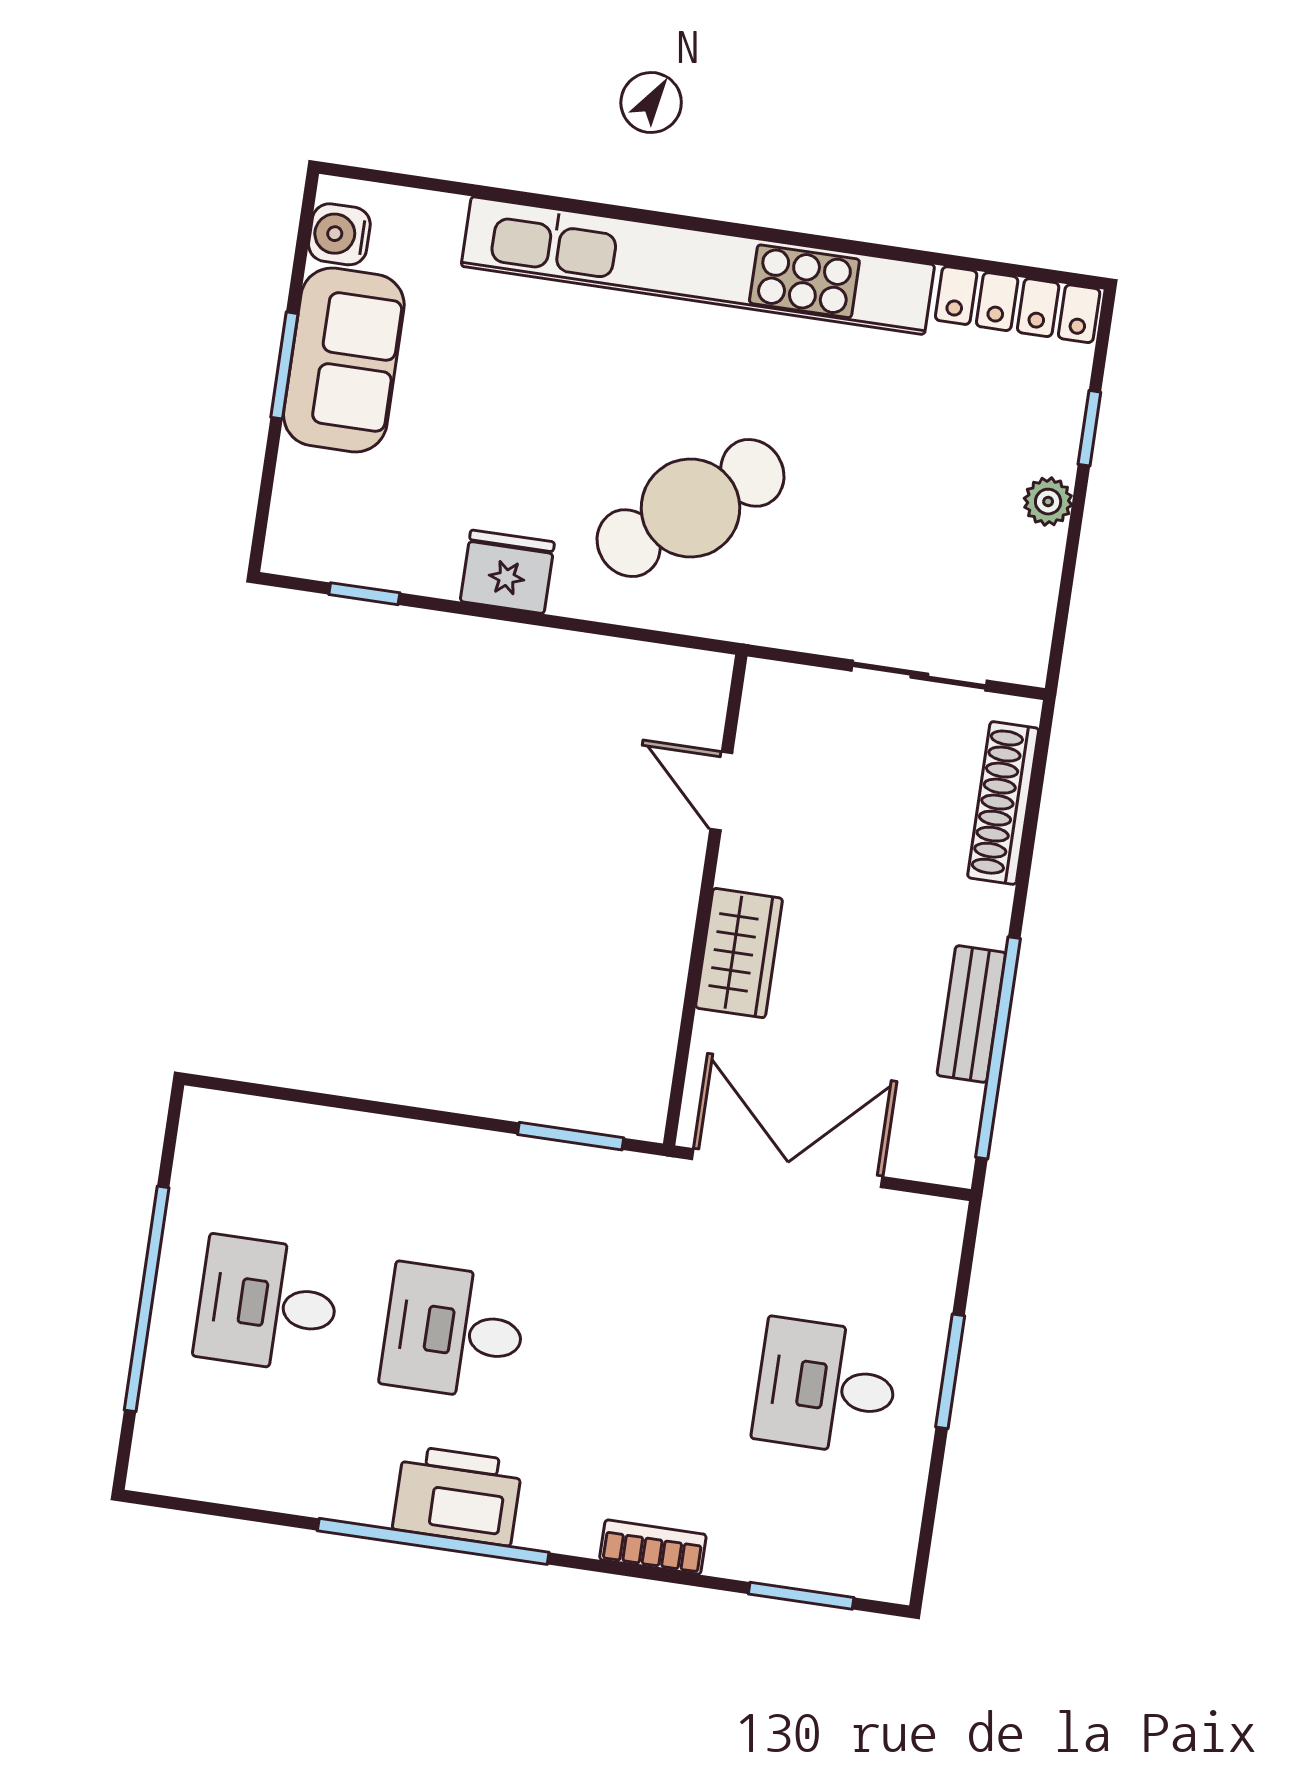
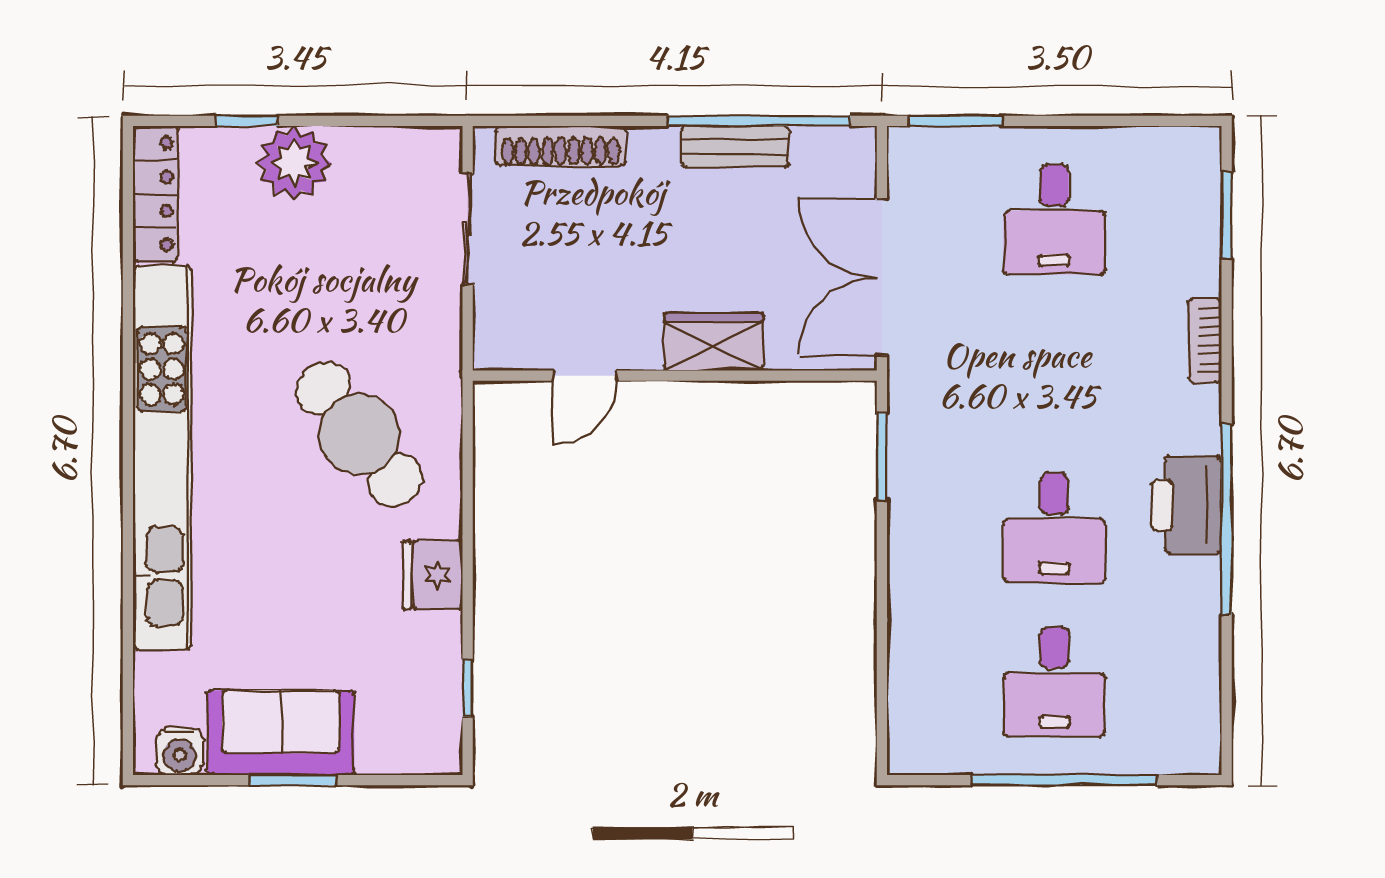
plant: (1048, 502) -> (294, 163), width x1.87, depth x1.87
window: (950, 1371) -> (955, 121), moved

